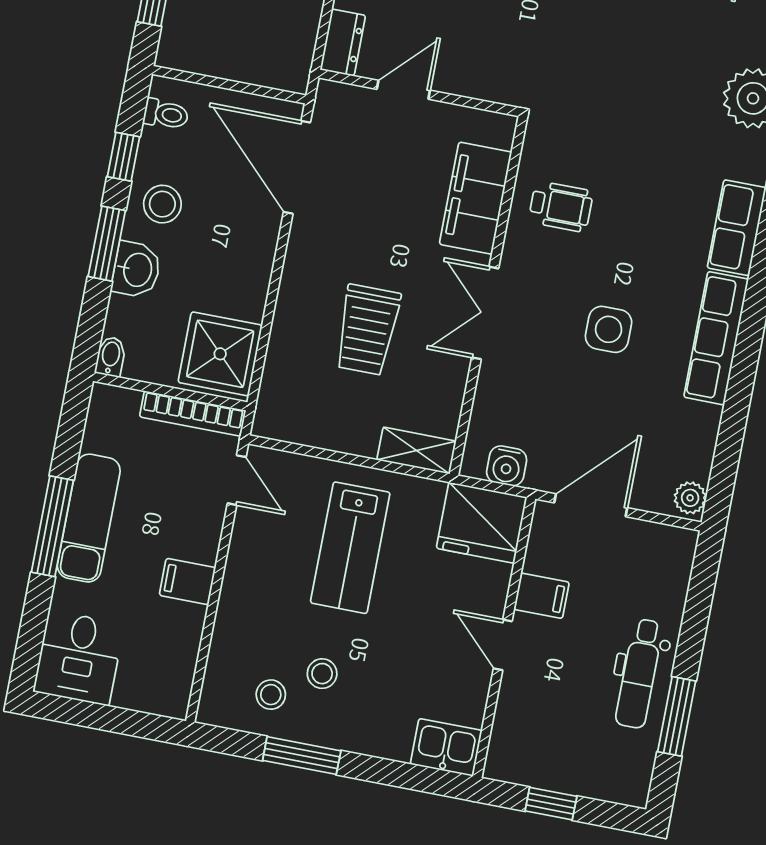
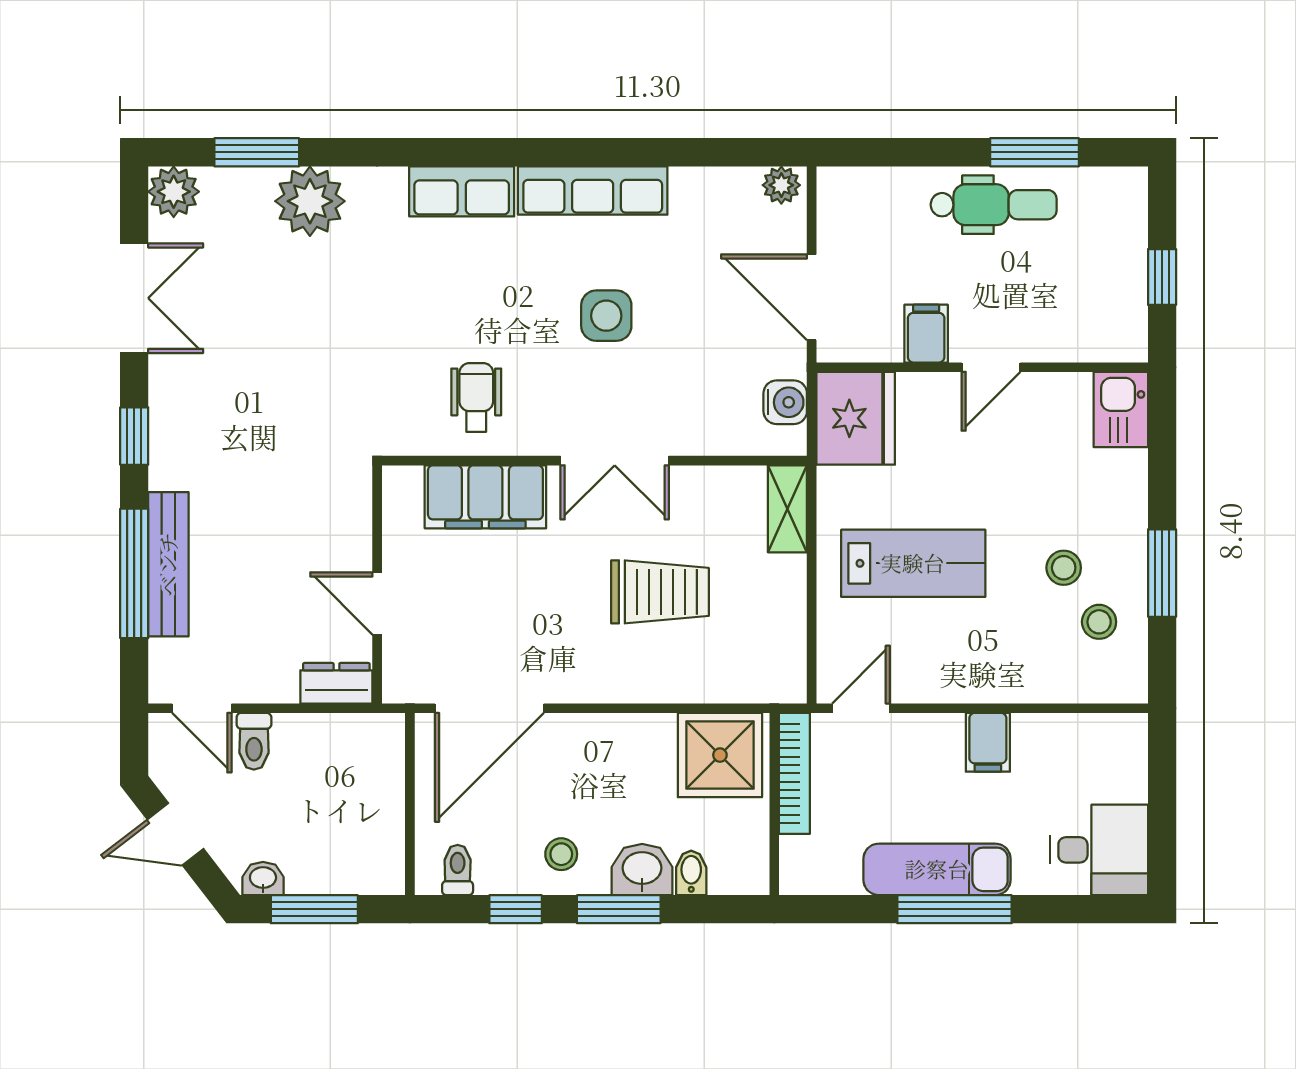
stool: (162, 204) -> (561, 854), width x0.73, depth x0.73
bidet: (111, 357) -> (691, 873), moved, turned 90

